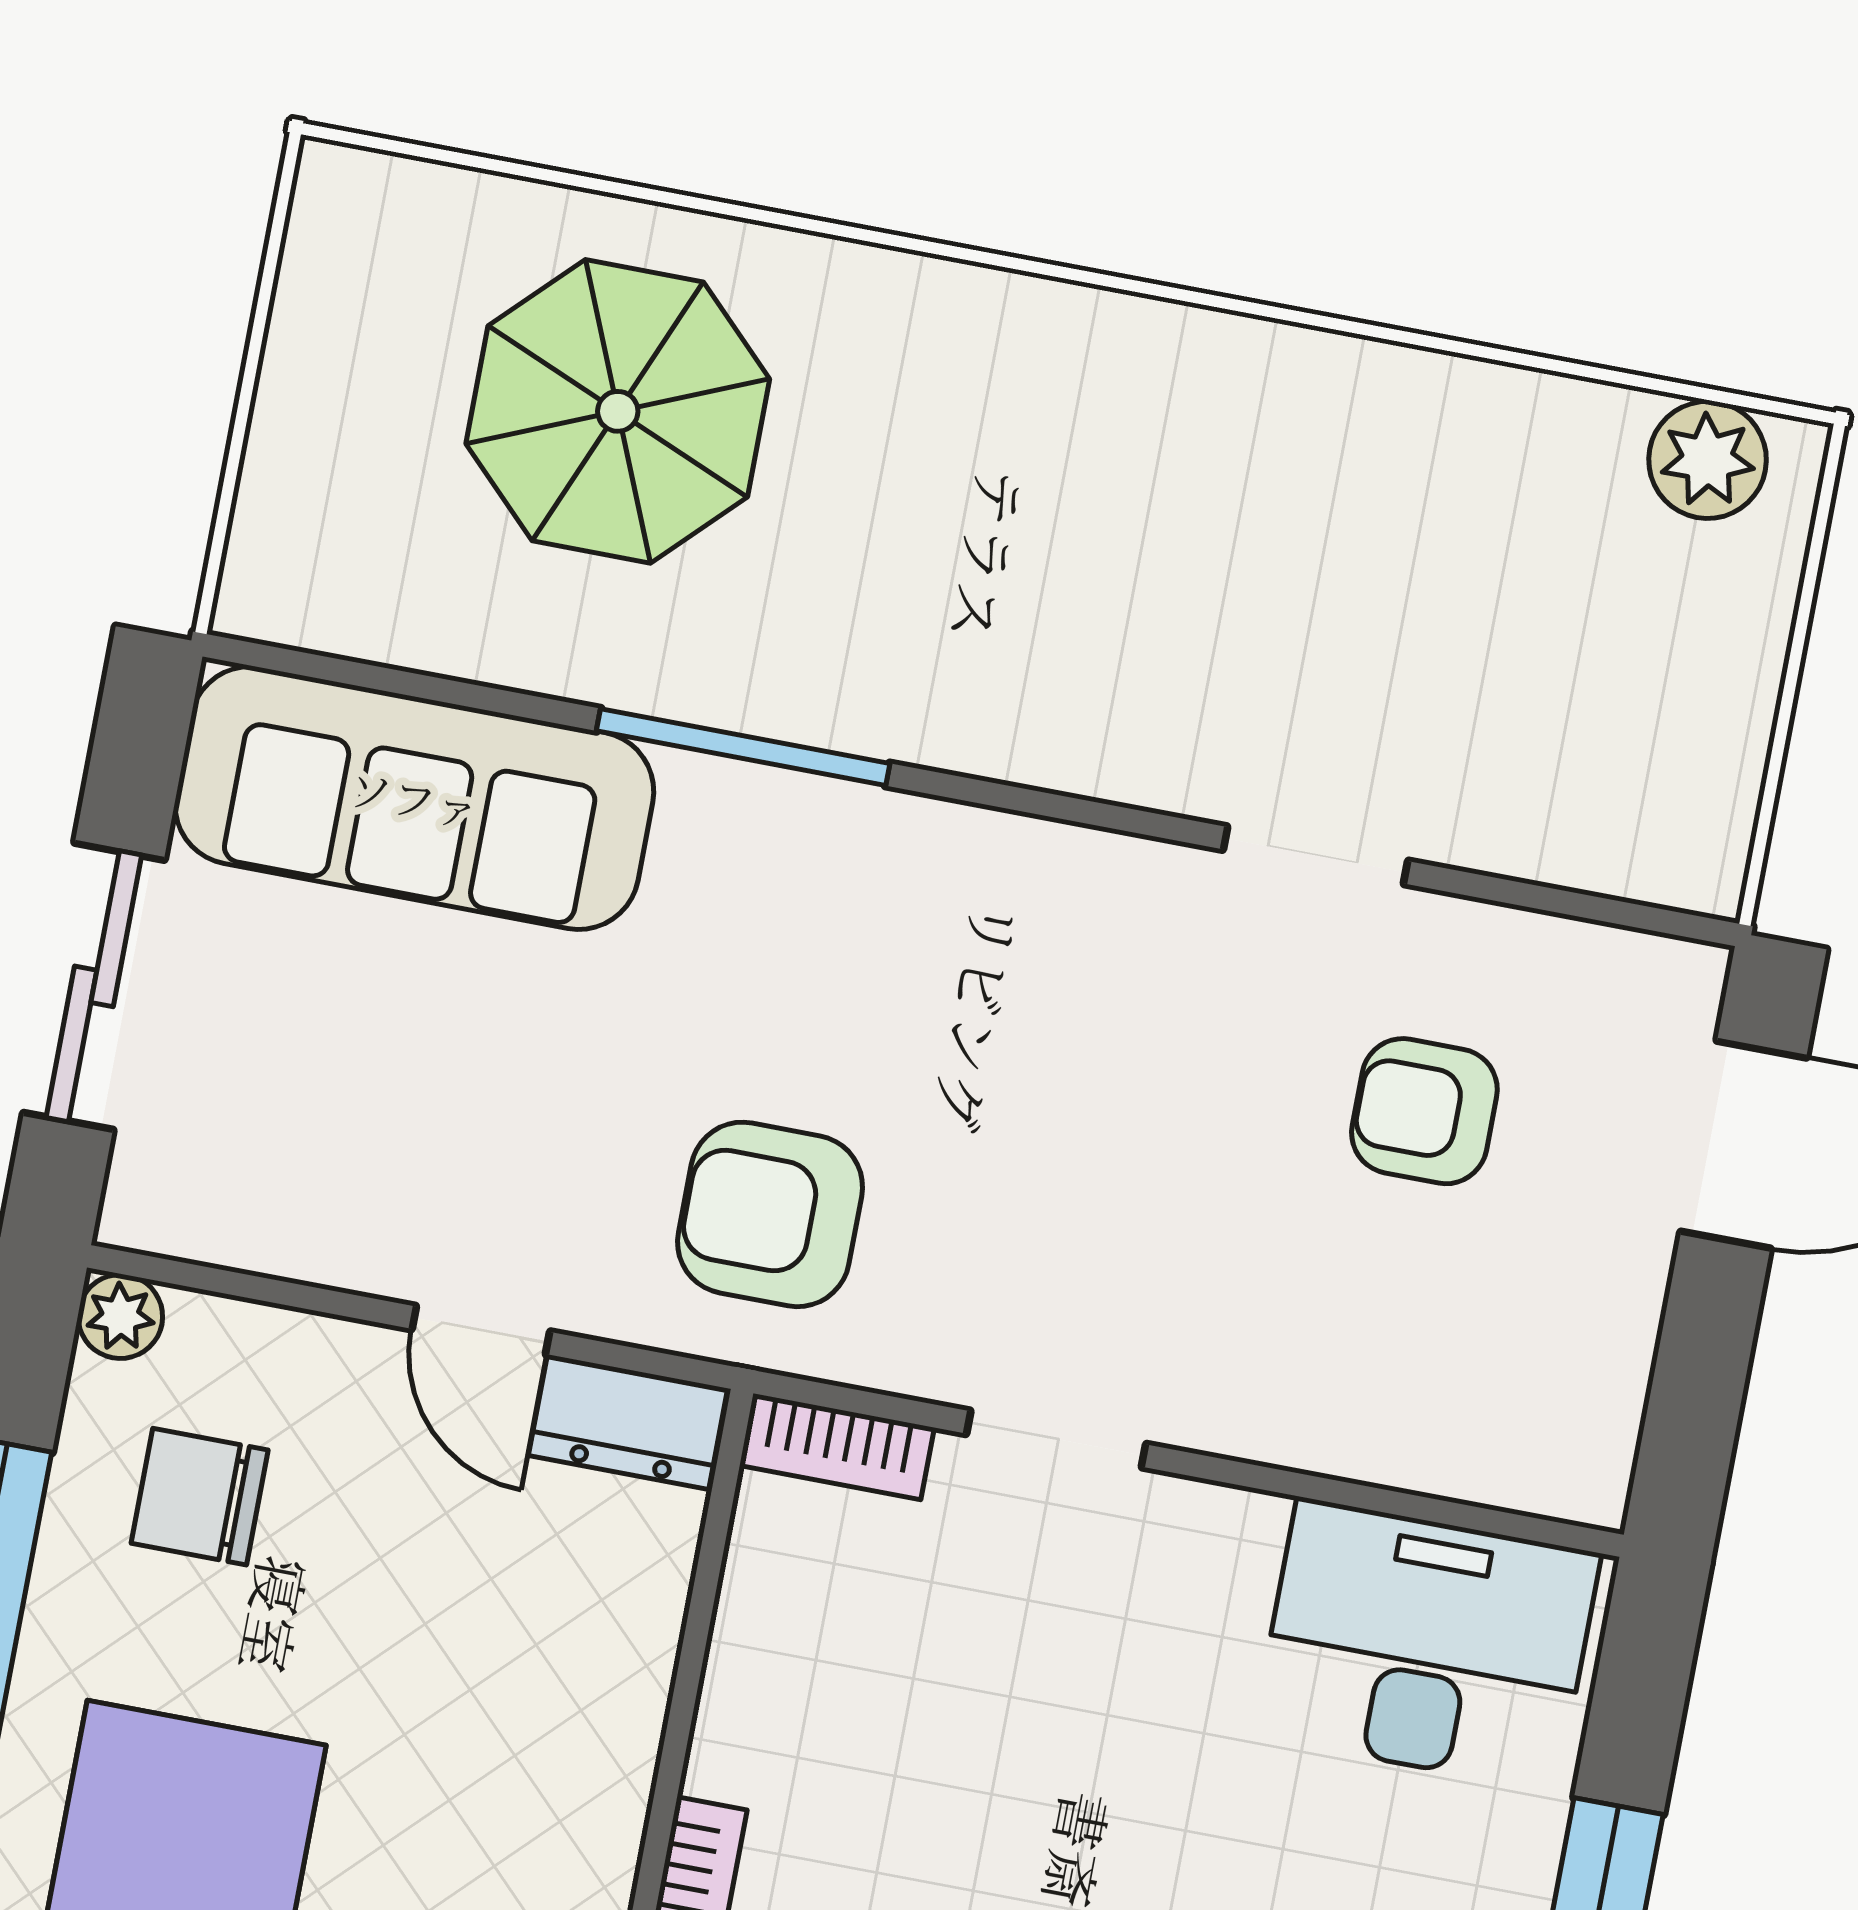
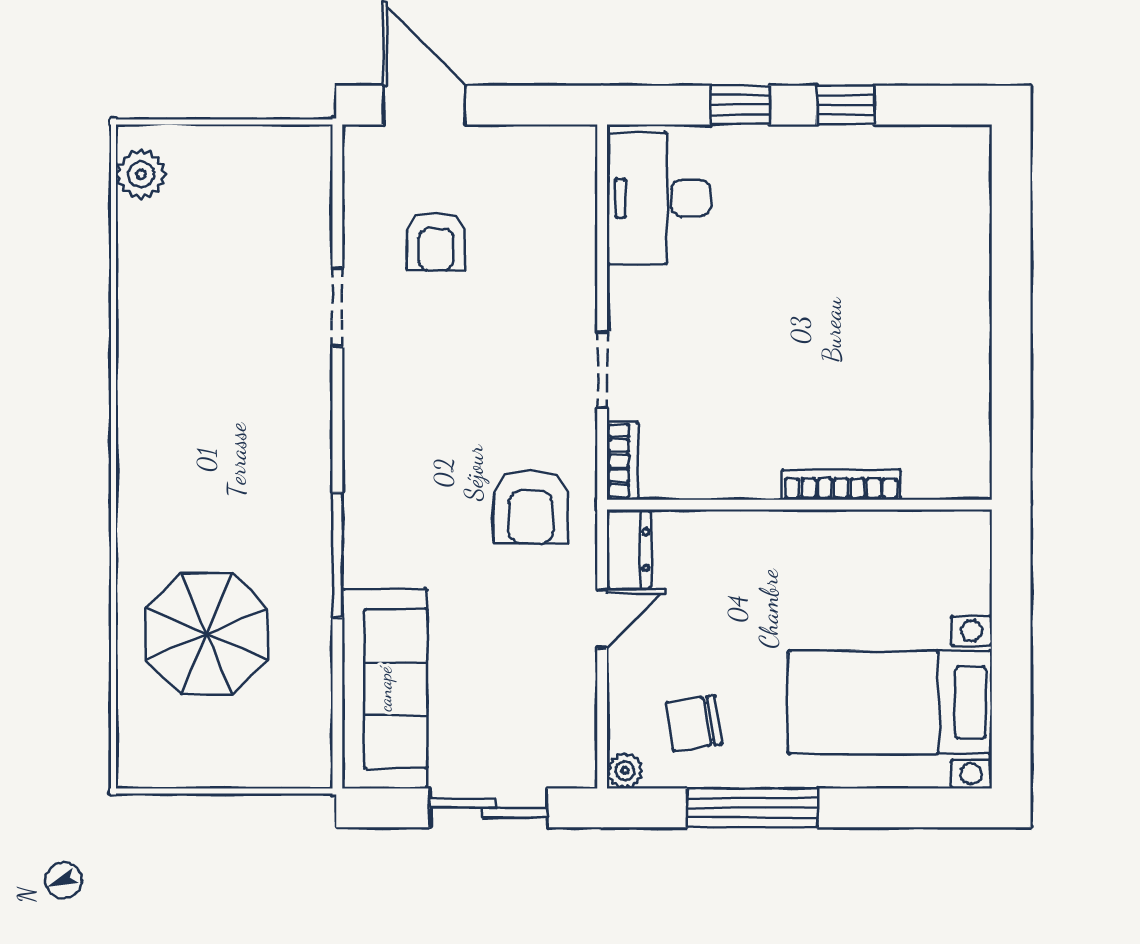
chair: (200, 1497) -> (694, 723), turned 81

